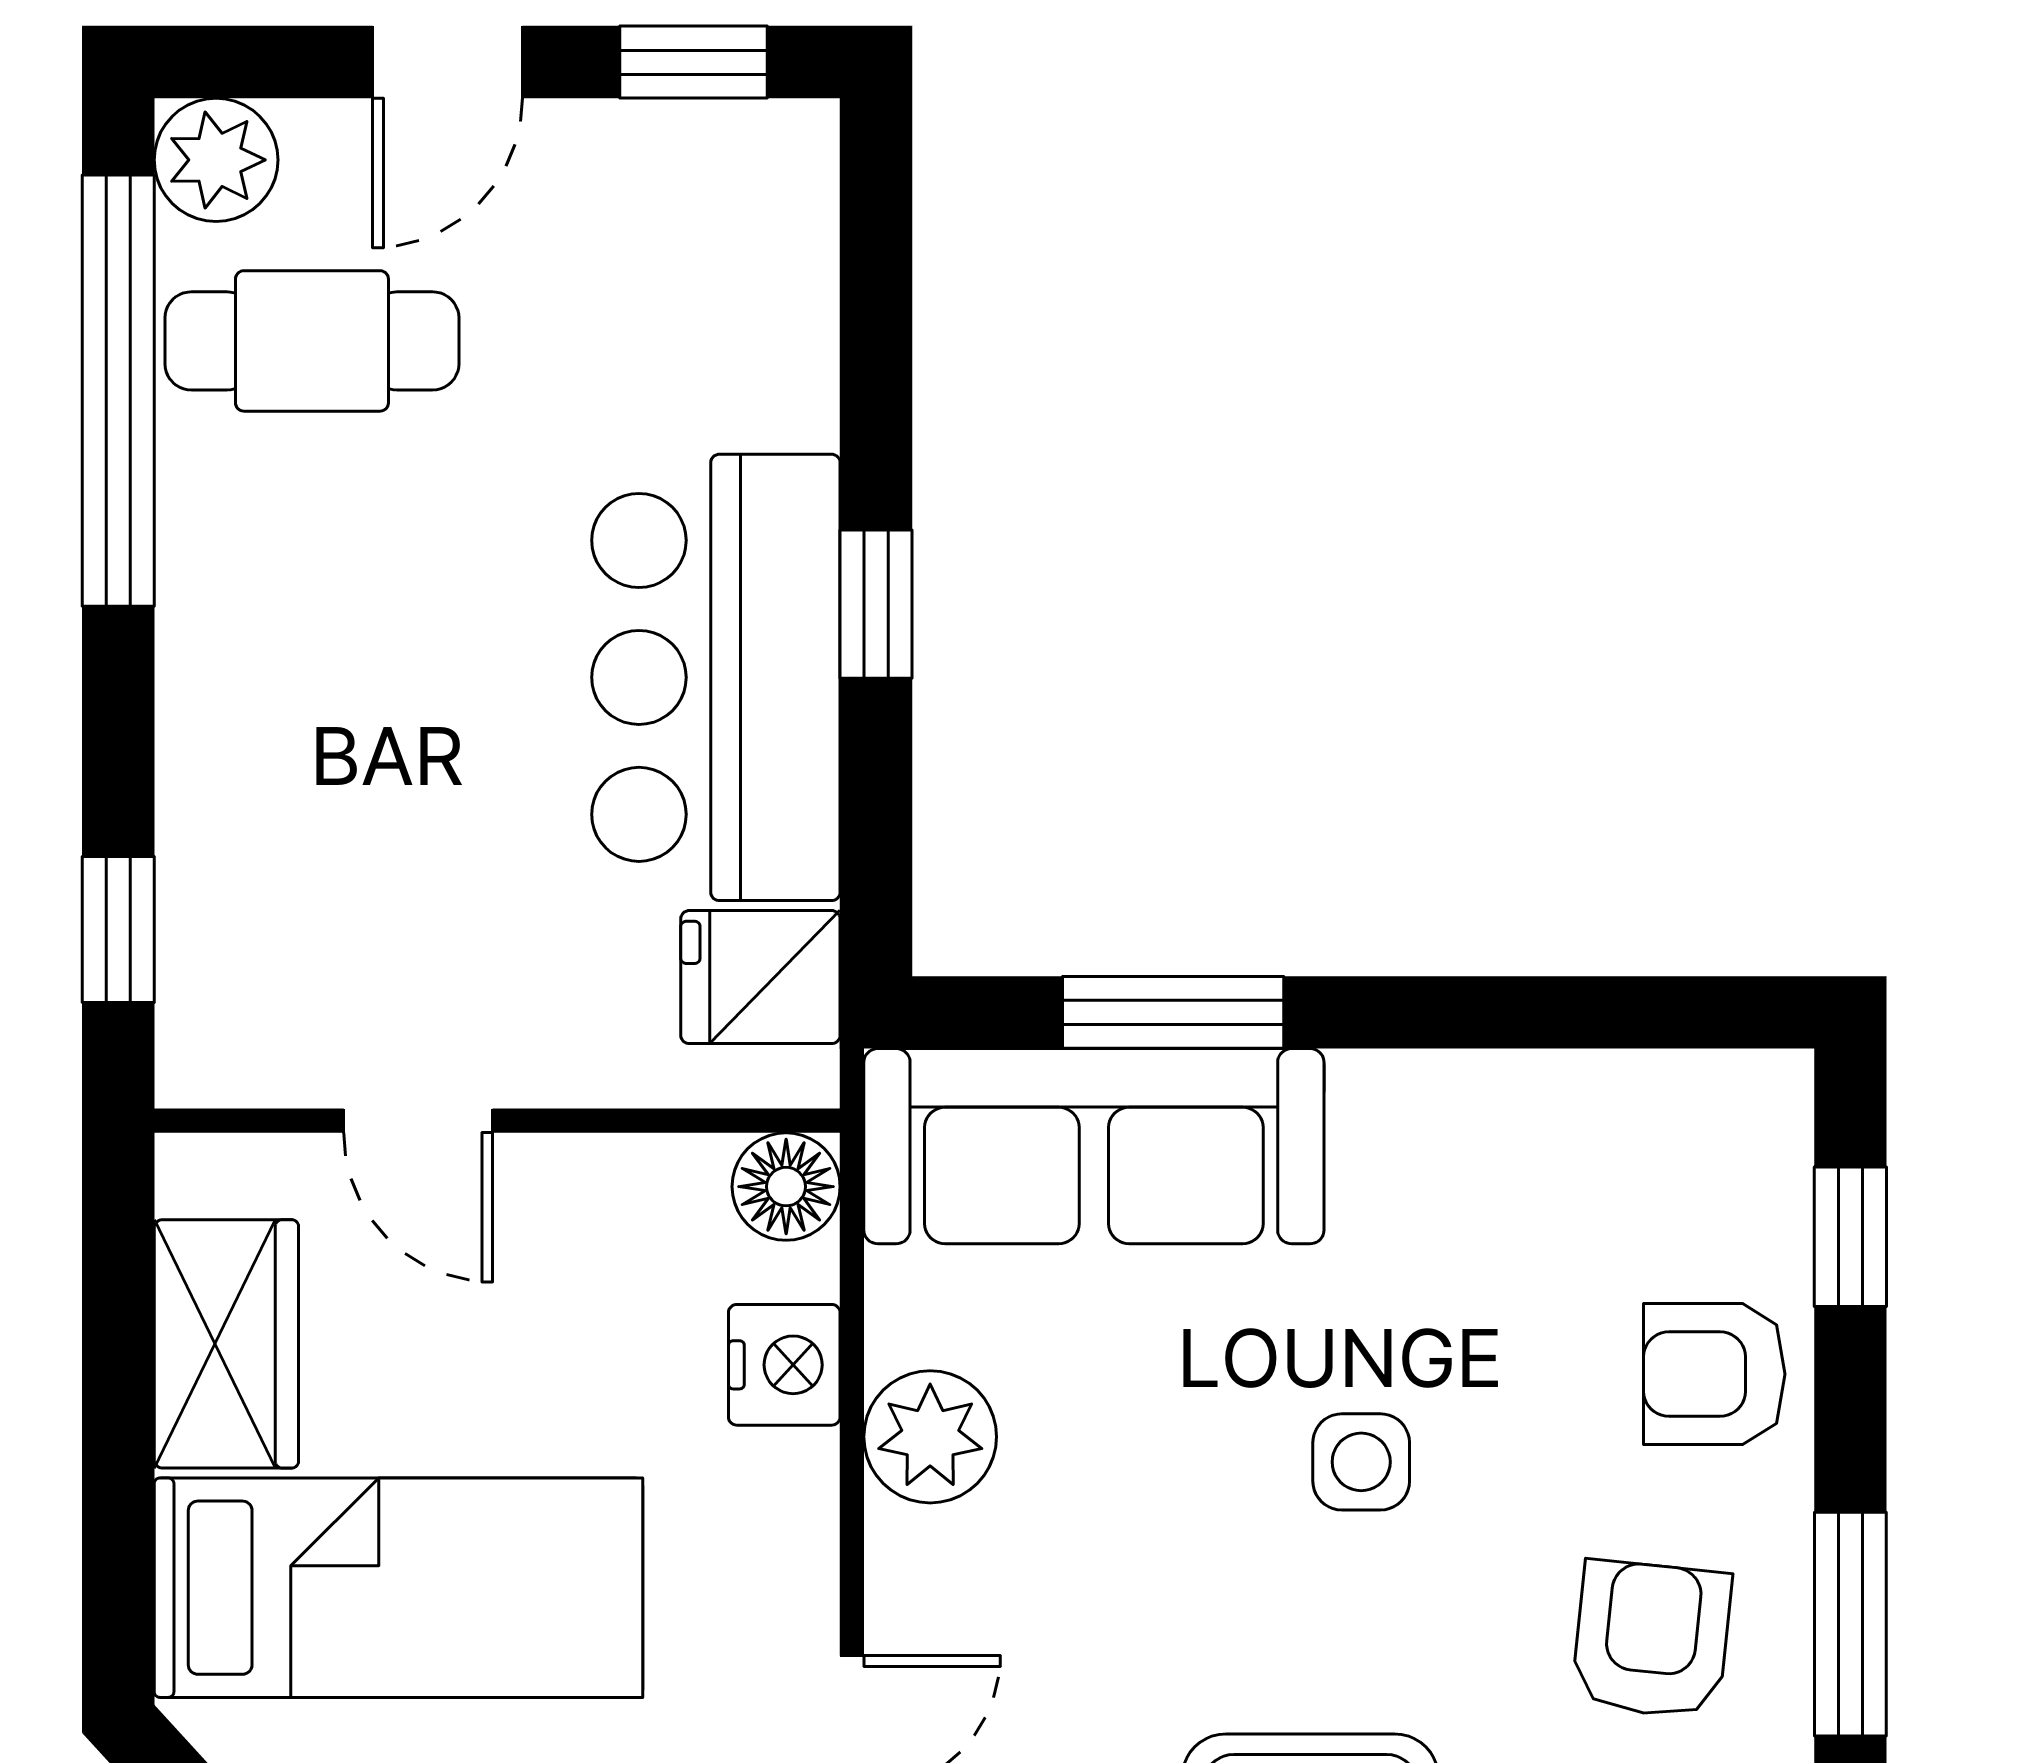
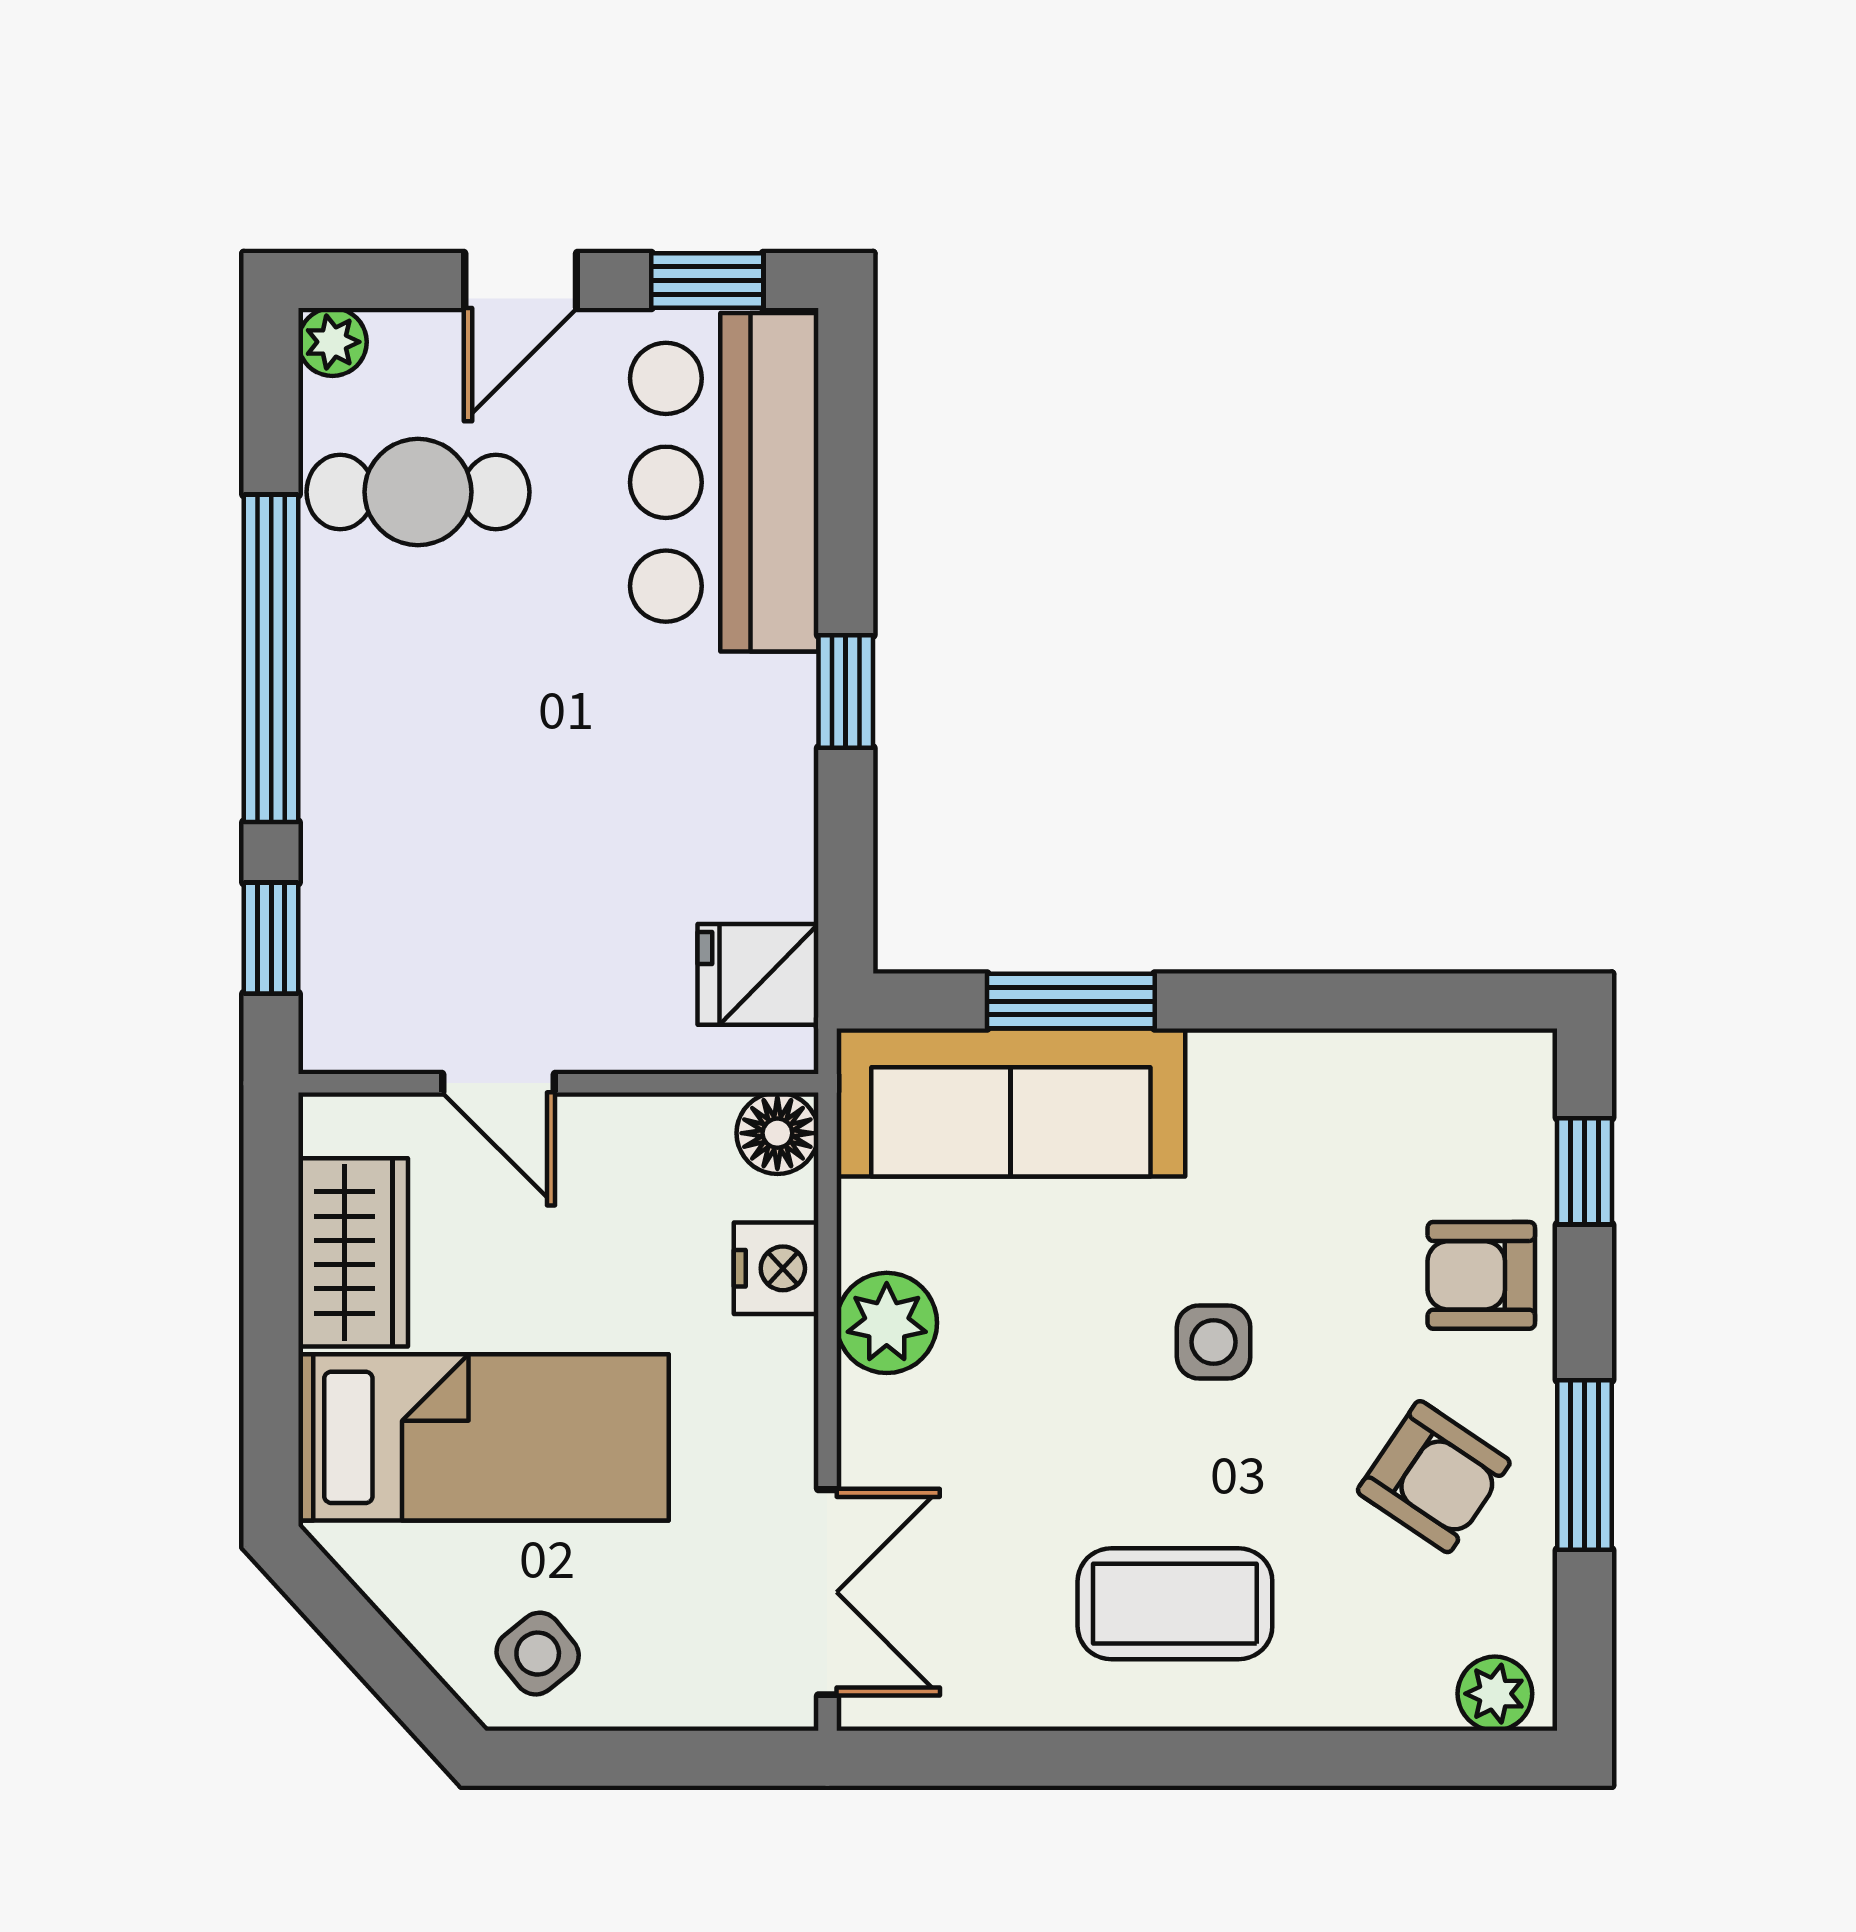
plant: (216, 160) -> (332, 342), width x0.73, depth x0.73
window: (118, 391) -> (271, 658), moved
bar counter: (716, 677) -> (724, 482), moved
armchair: (1652, 1639) -> (1434, 1477), turned 118

